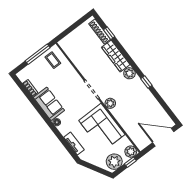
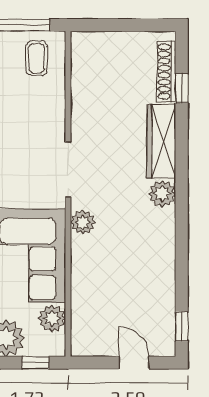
window: (146, 82) -> (182, 326), moved
door: (163, 137) -> (134, 363), width x0.53
plant: (131, 152) -> (52, 318), moved

